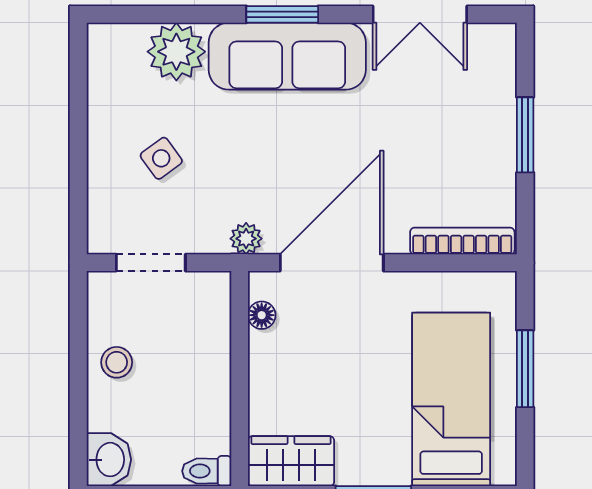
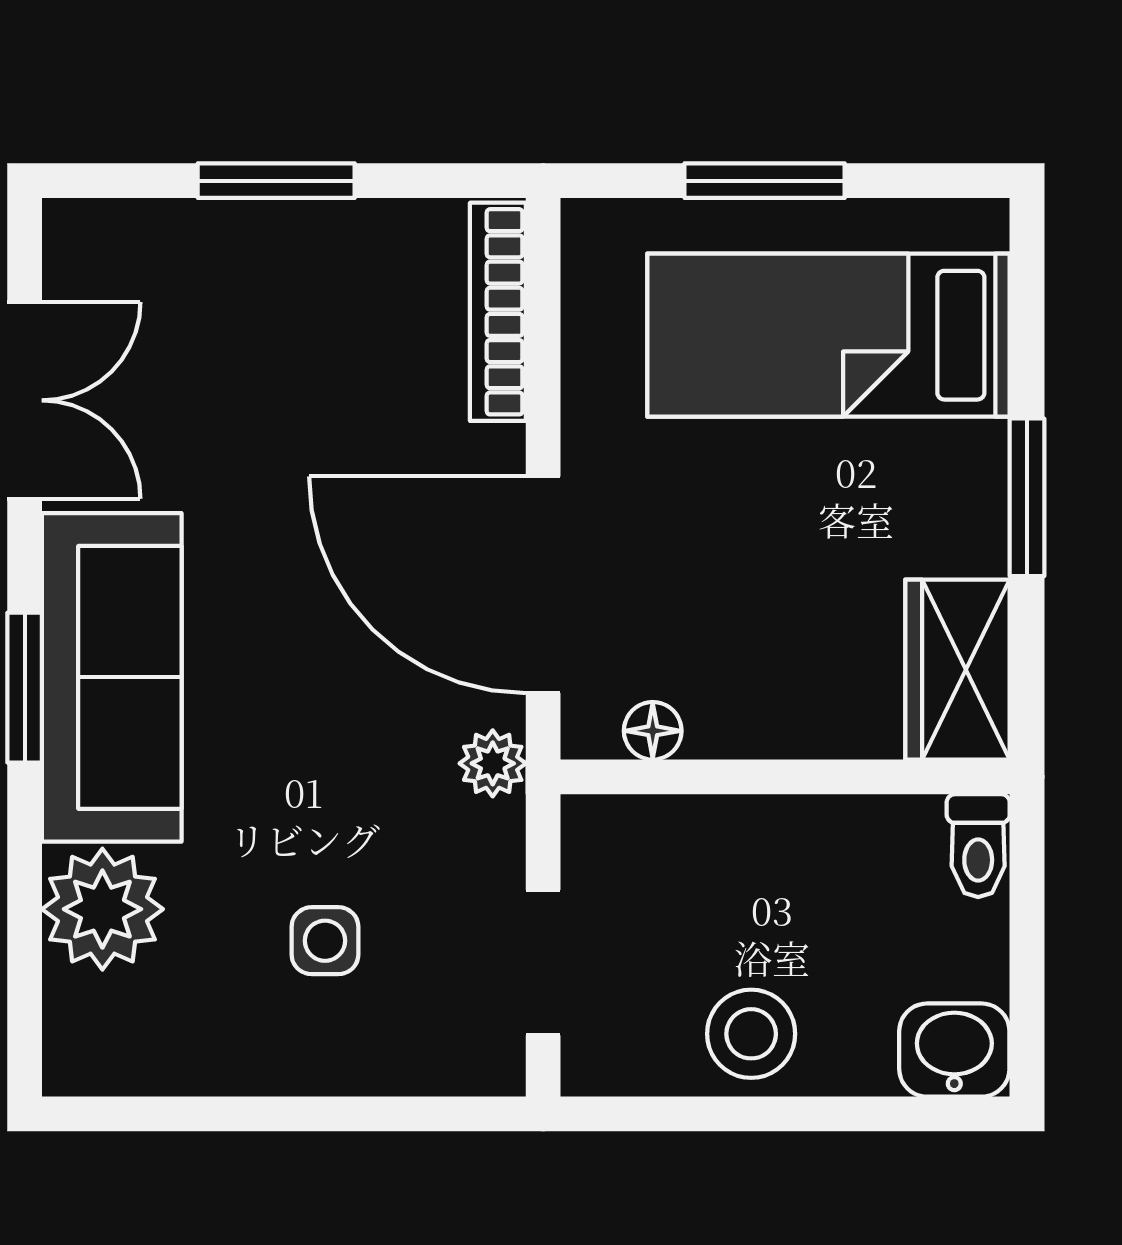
side table: (161, 158) -> (325, 941), turned 36
stool: (117, 362) -> (751, 1034), width x1.37, depth x1.37

